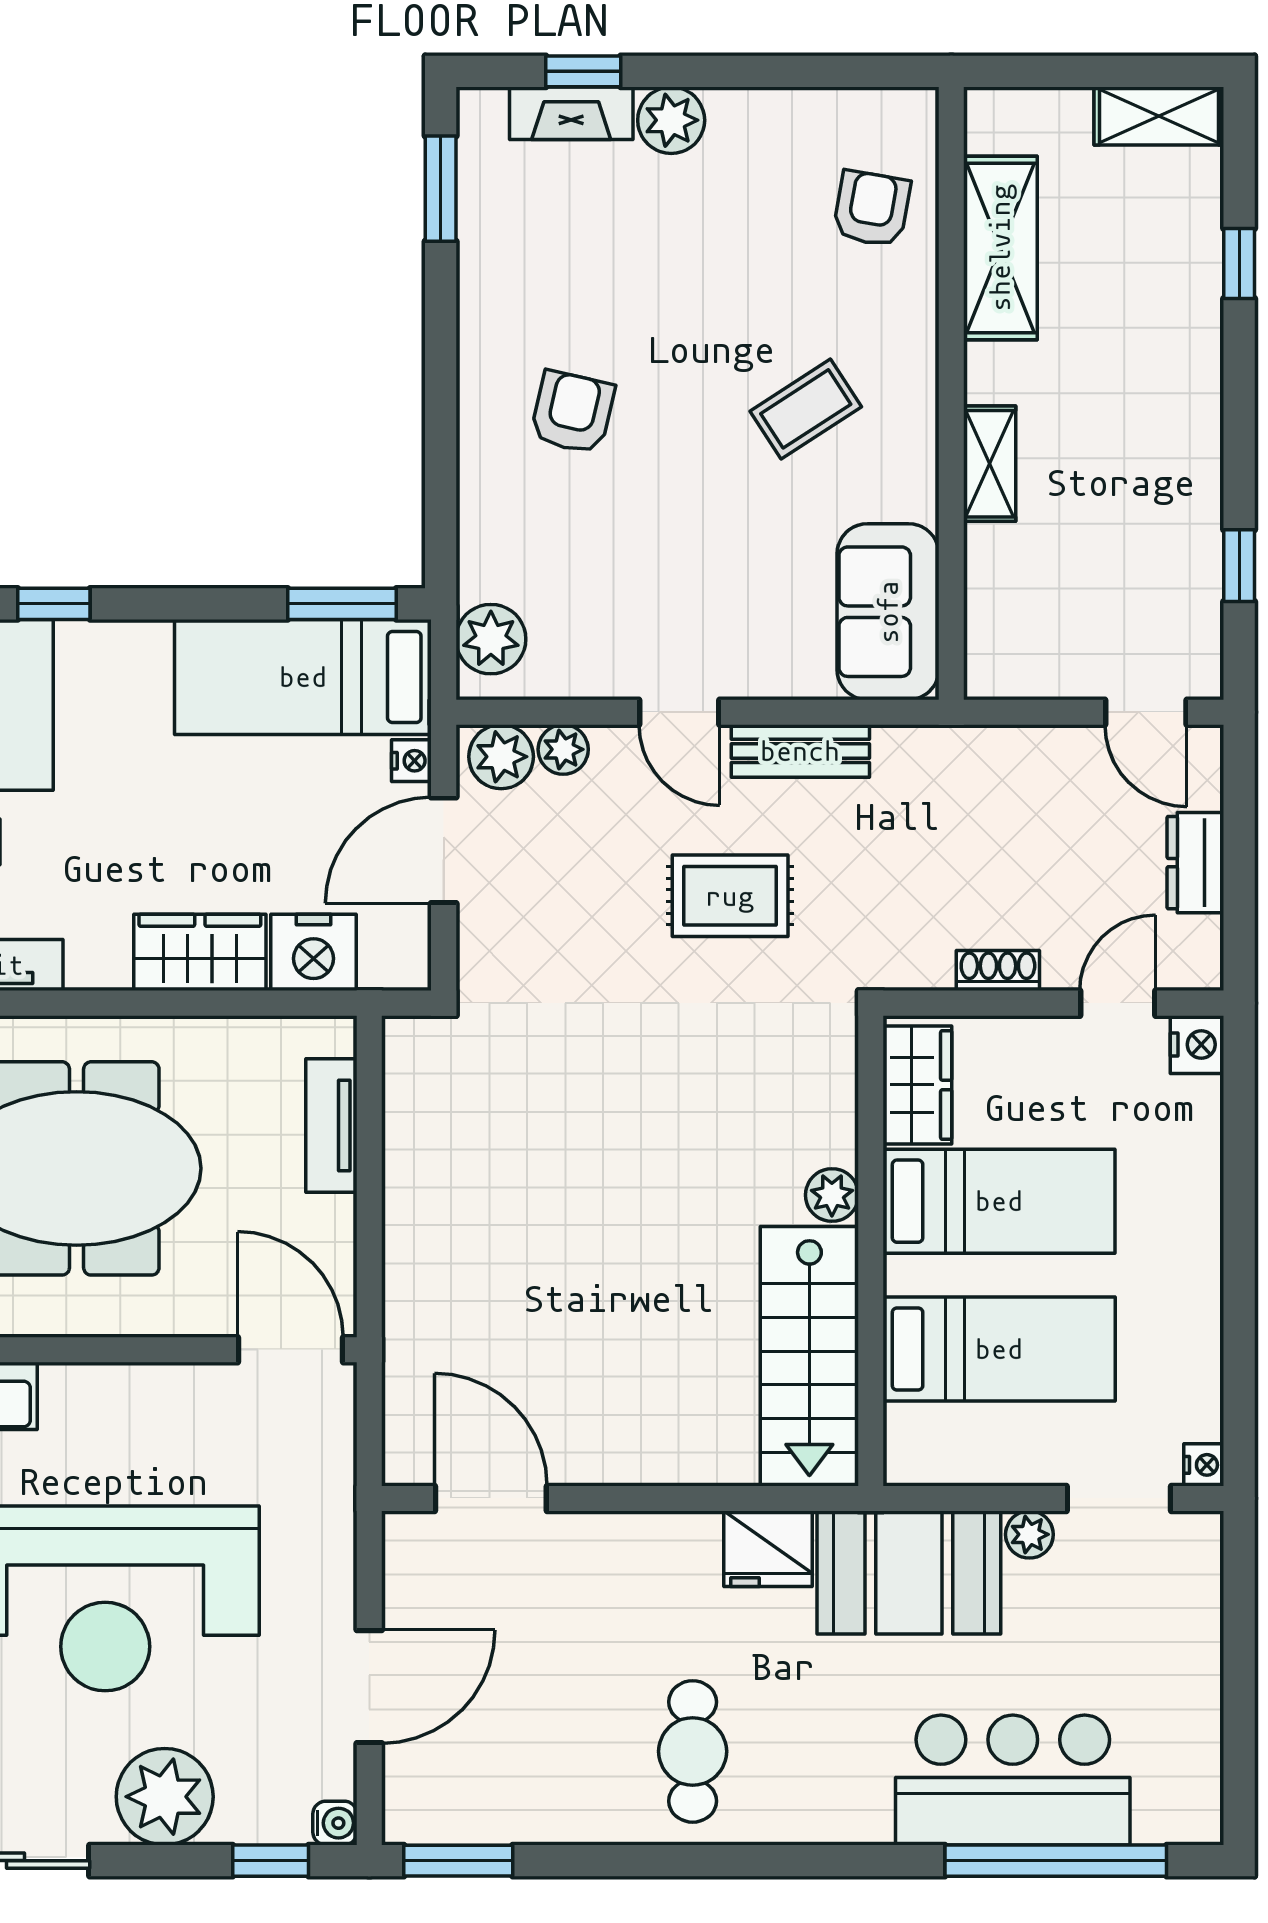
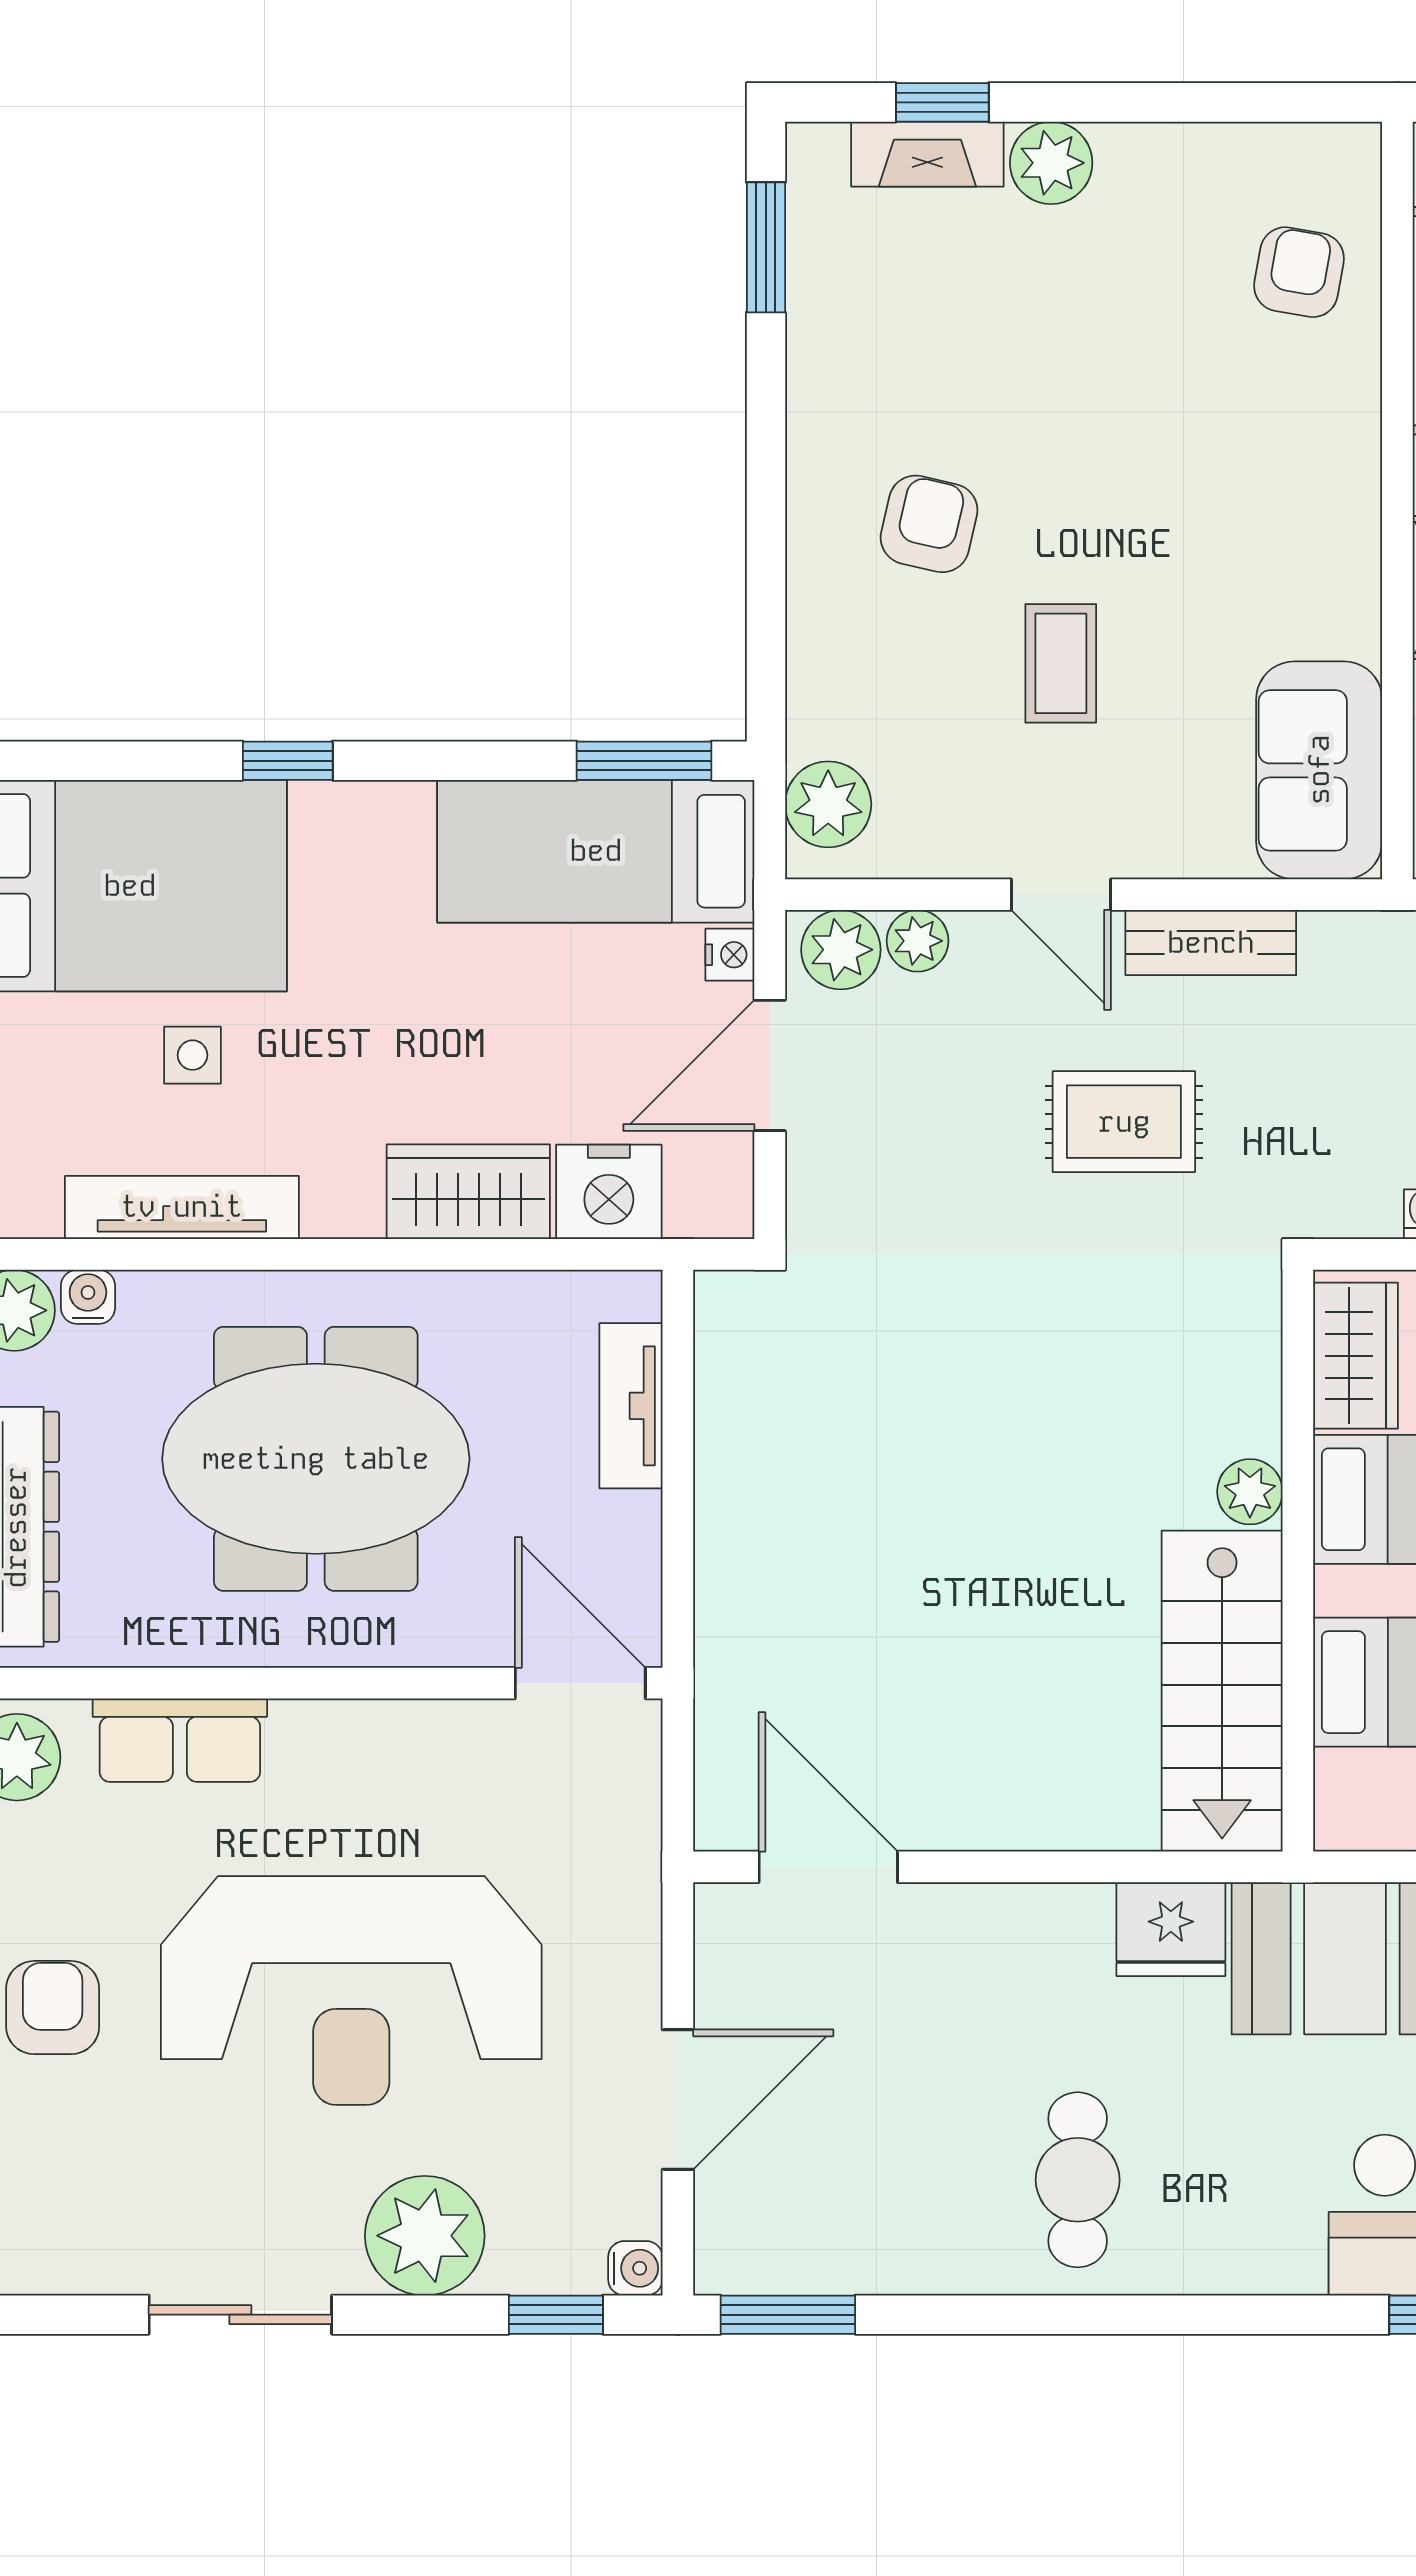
coffee table: (806, 409) -> (1061, 663), moved, turned -57

